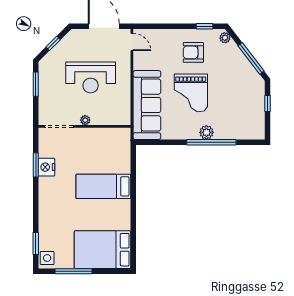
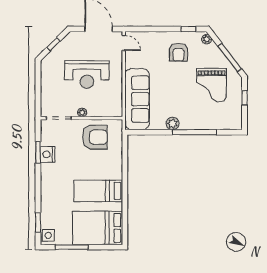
armchair: (193, 52) -> (178, 52), turned -90
window: (36, 84) -> (38, 81), removed
grand piano: (191, 93) -> (211, 85), moved
plant: (206, 132) -> (173, 123), moved
armchair: (100, 148) -> (95, 137), added
bed: (103, 186) -> (98, 191), moved

